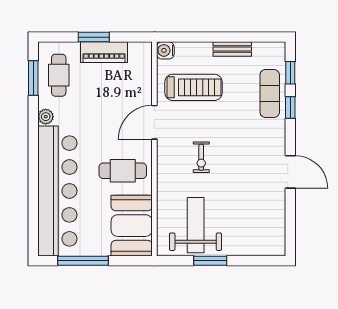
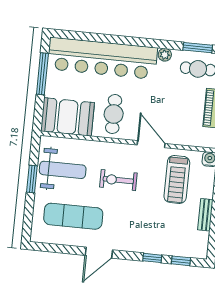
exercise mat: (270, 93) -> (73, 216), moved, width x1.36, depth x1.45
exercise bike: (201, 157) -> (118, 180), width x1.38, depth x1.39

